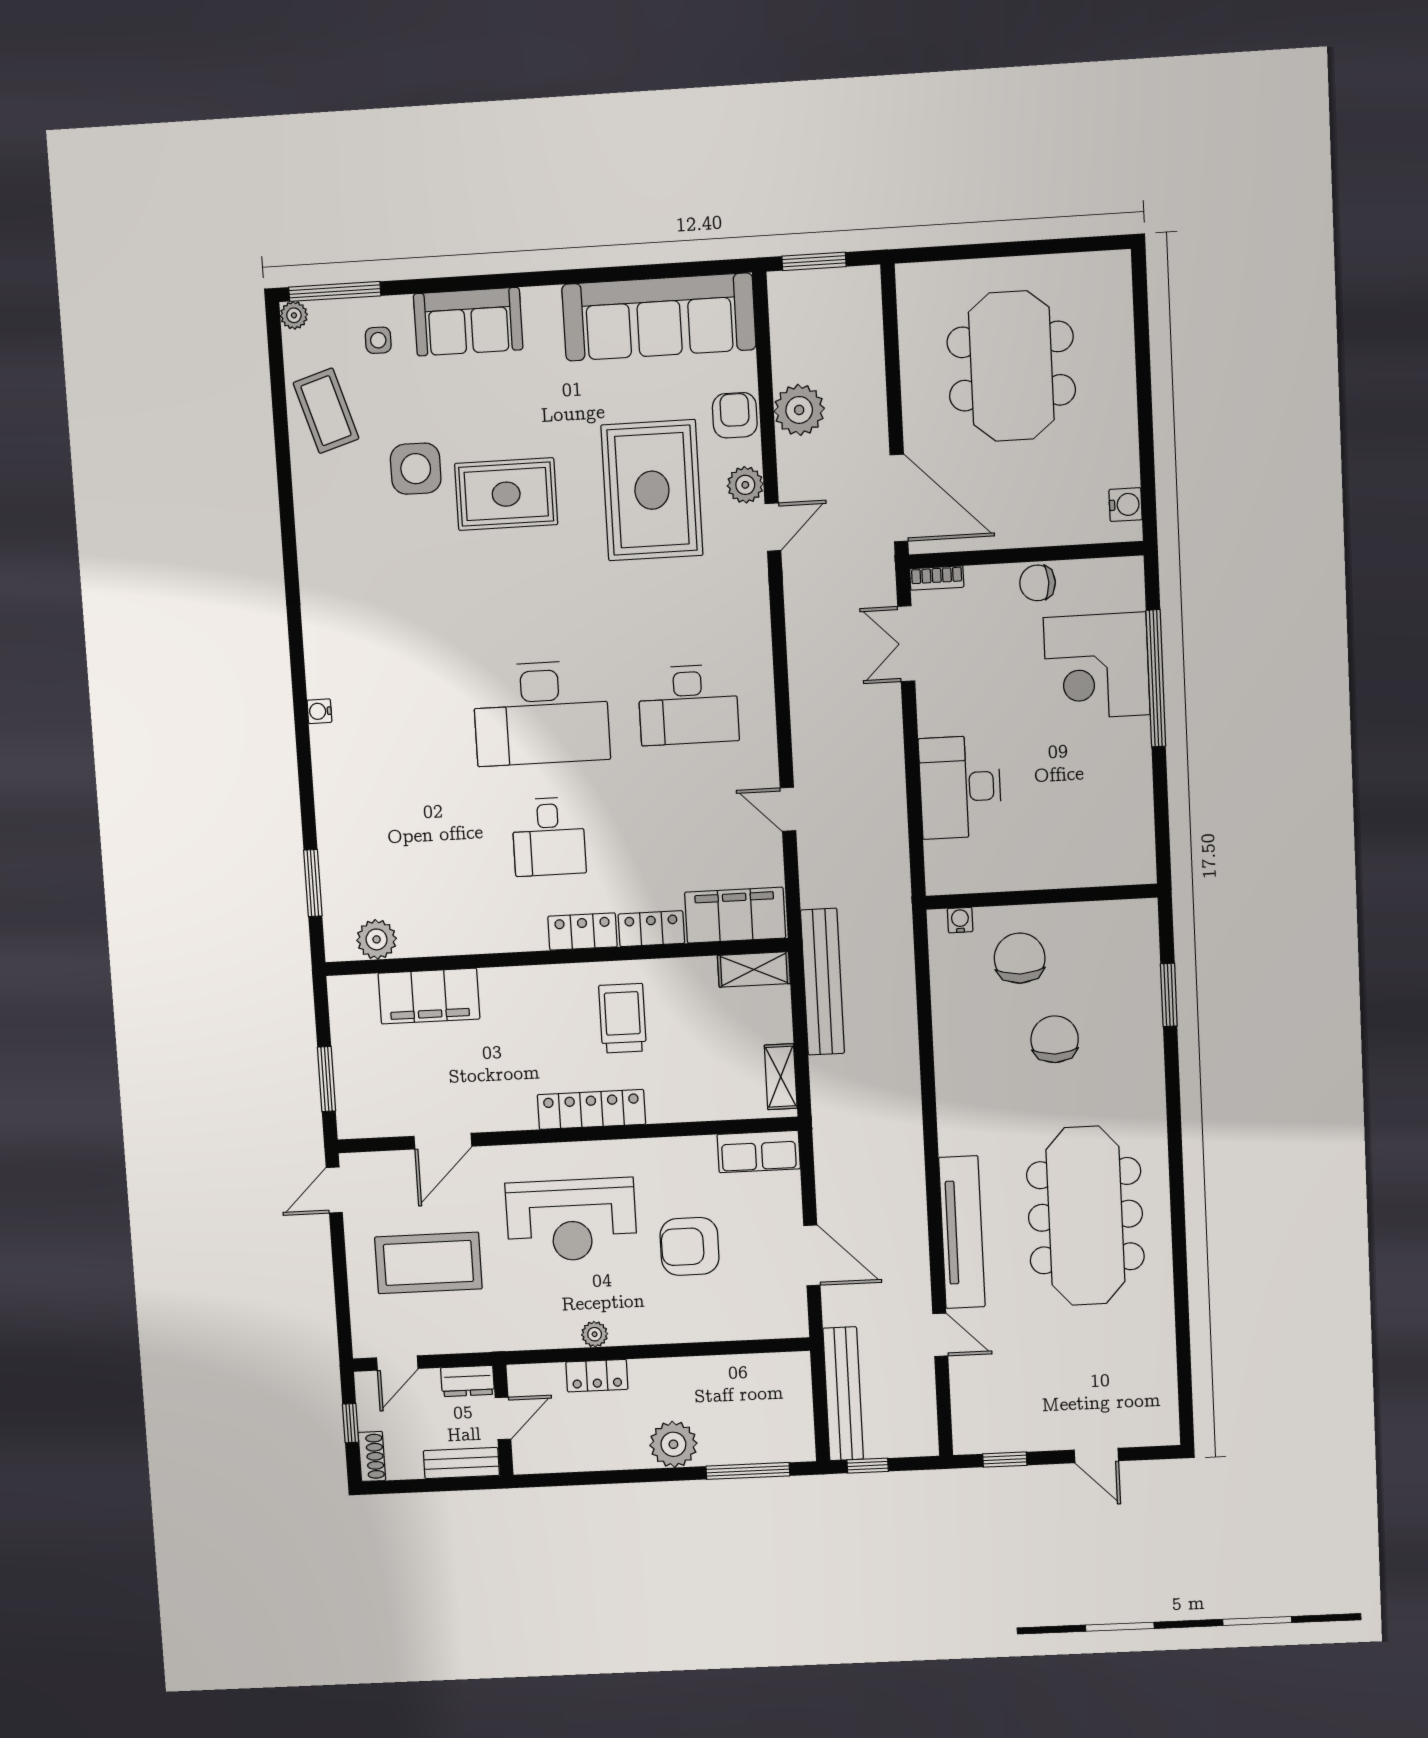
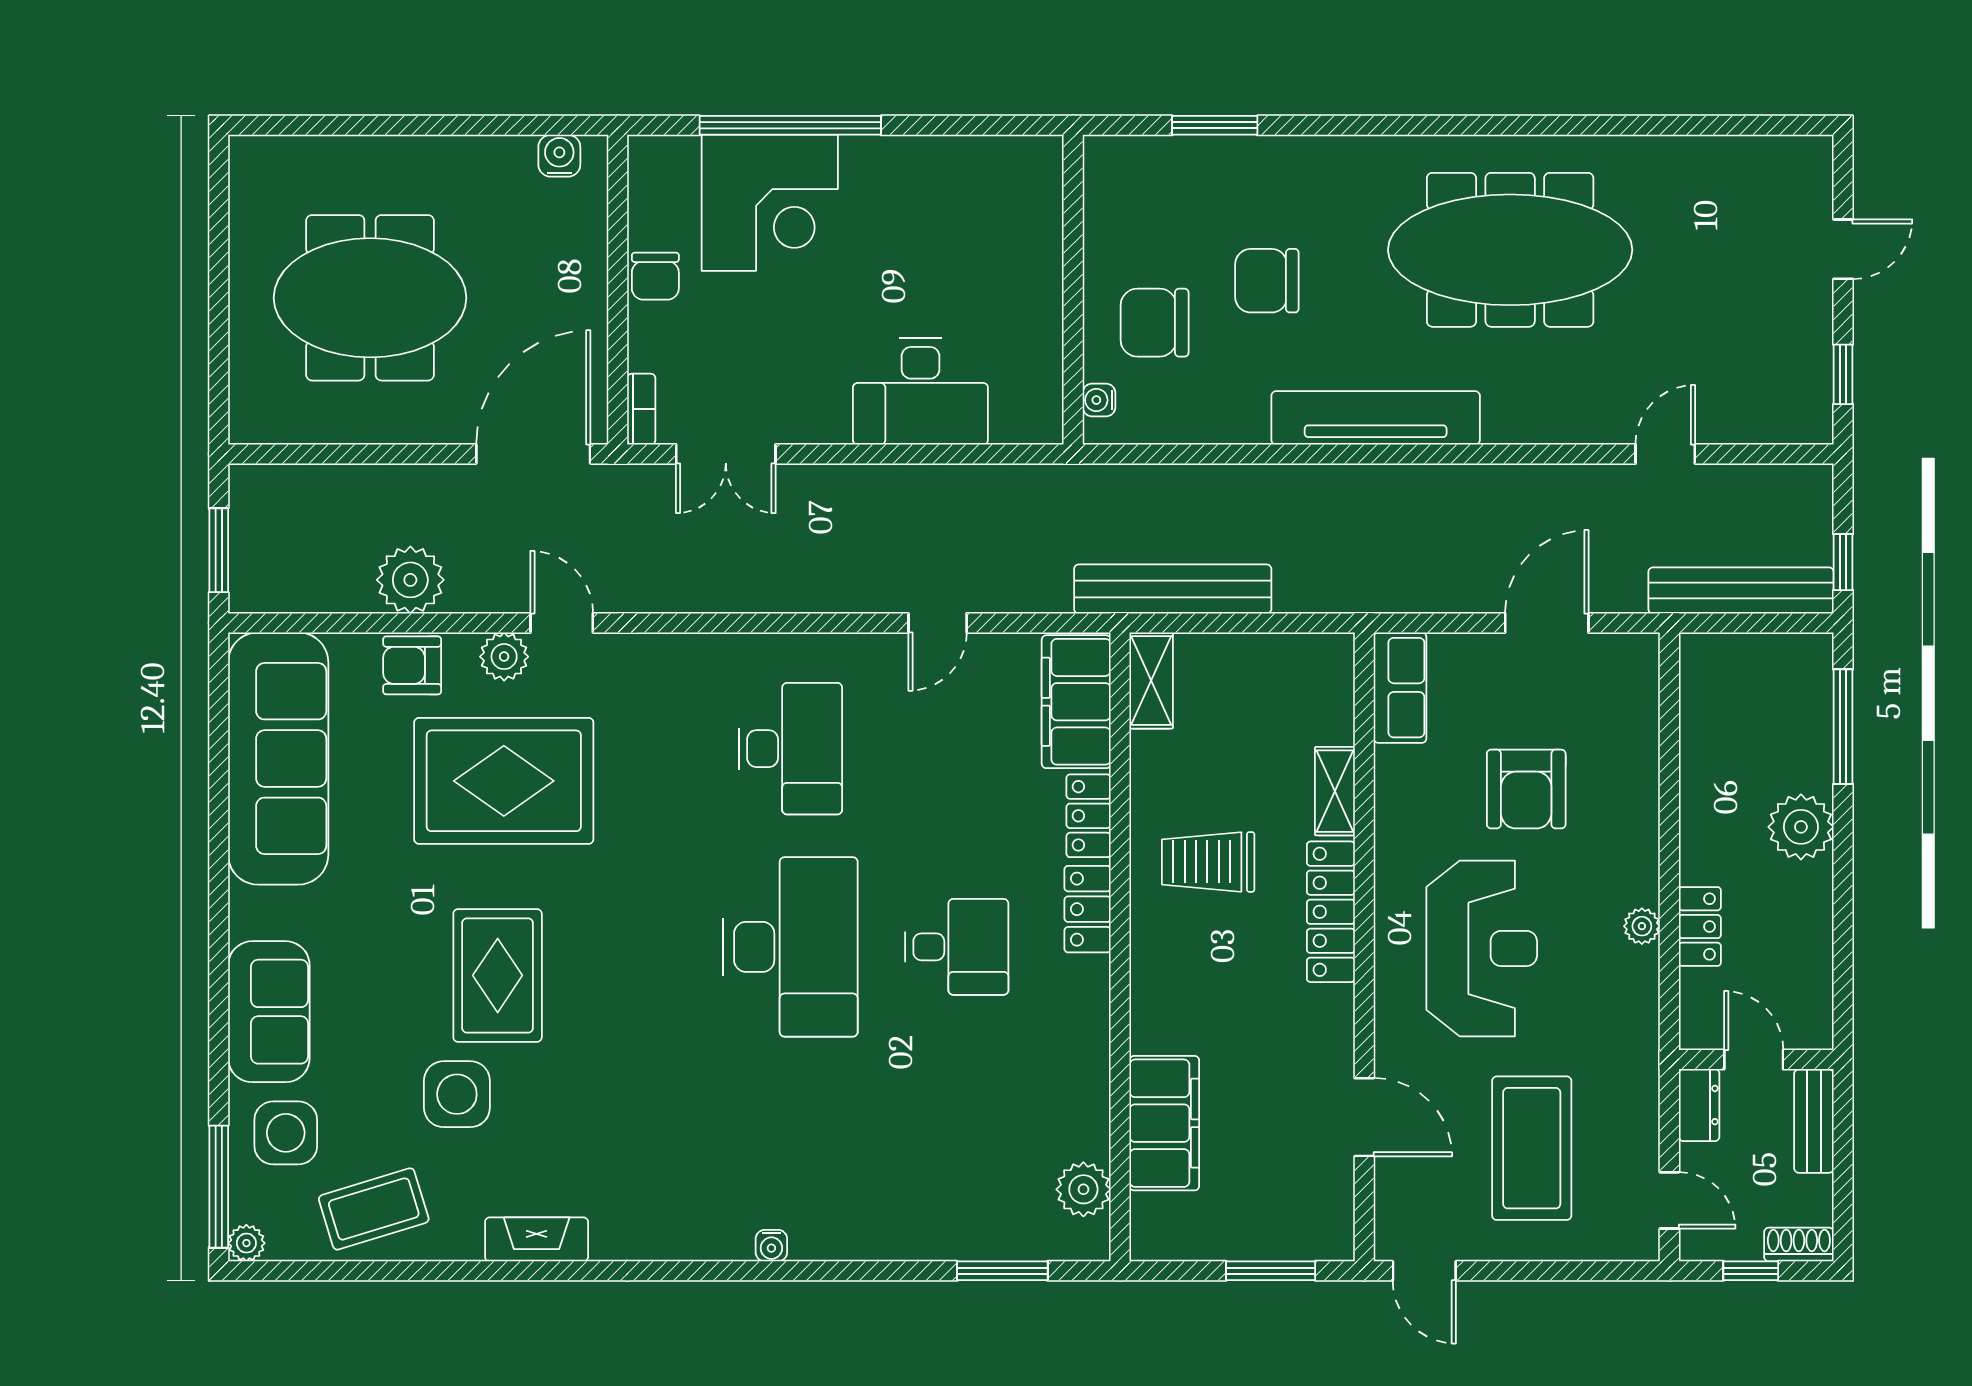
side table: (378, 340) -> (286, 1133), width x1.87, depth x1.87
fireplace: (312, 535) -> (537, 1239), added
shelving: (781, 1077) -> (1335, 791), moved, turned 90
tv unit: (962, 1232) -> (1376, 418), moved

